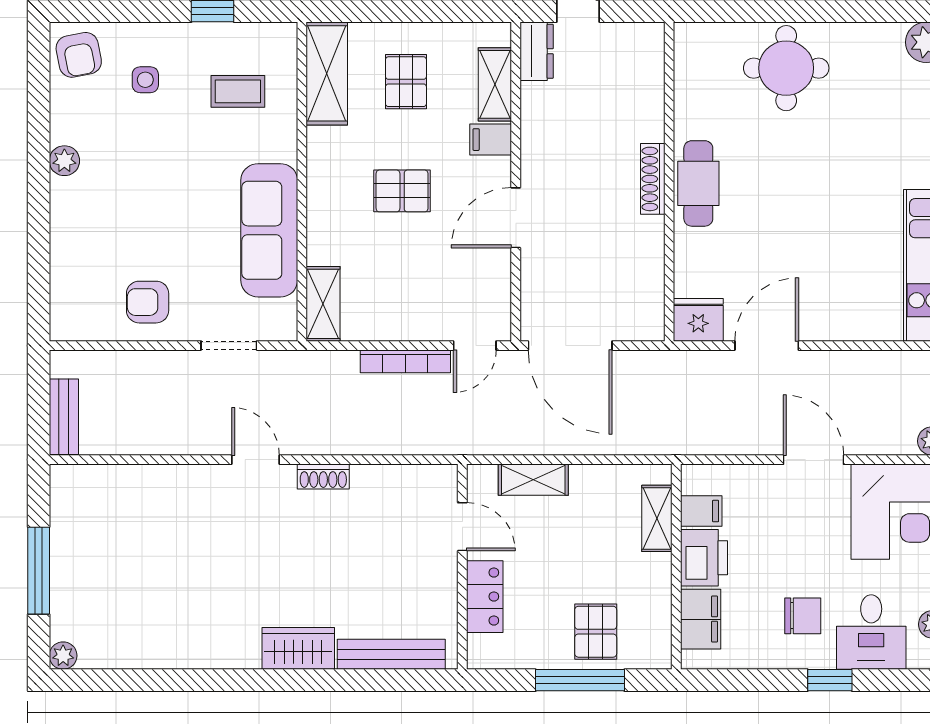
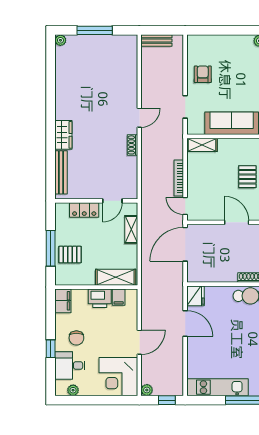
shelving: (657, 518) -> (116, 277), width x1.50, depth x1.33
filing cabinet: (701, 619) -> (63, 301), moved, turned -90

